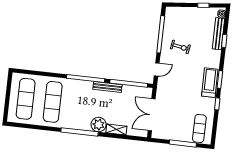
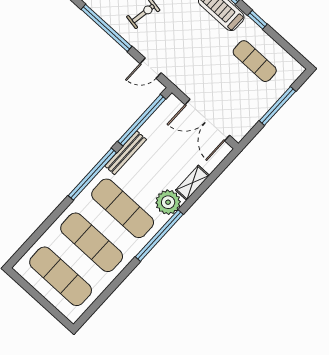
door: (157, 69) -> (151, 68), swing flipped
exercise mat: (80, 105) -> (123, 208), added
exercise mat: (199, 128) -> (255, 61), moved

